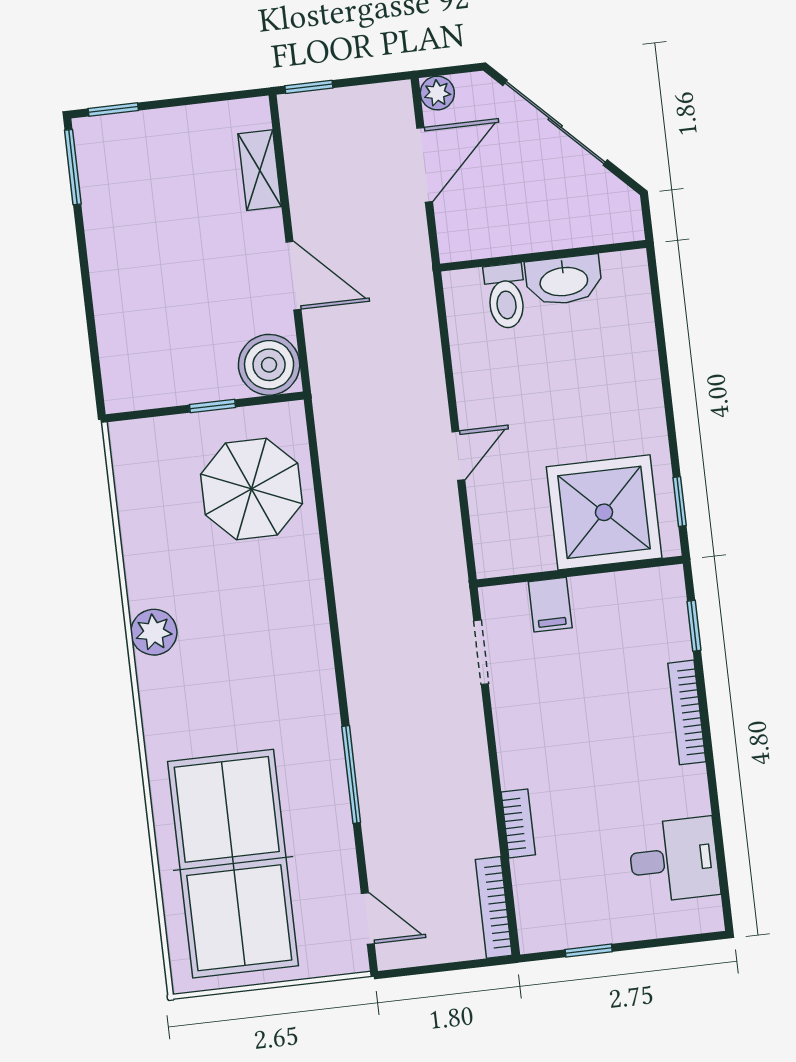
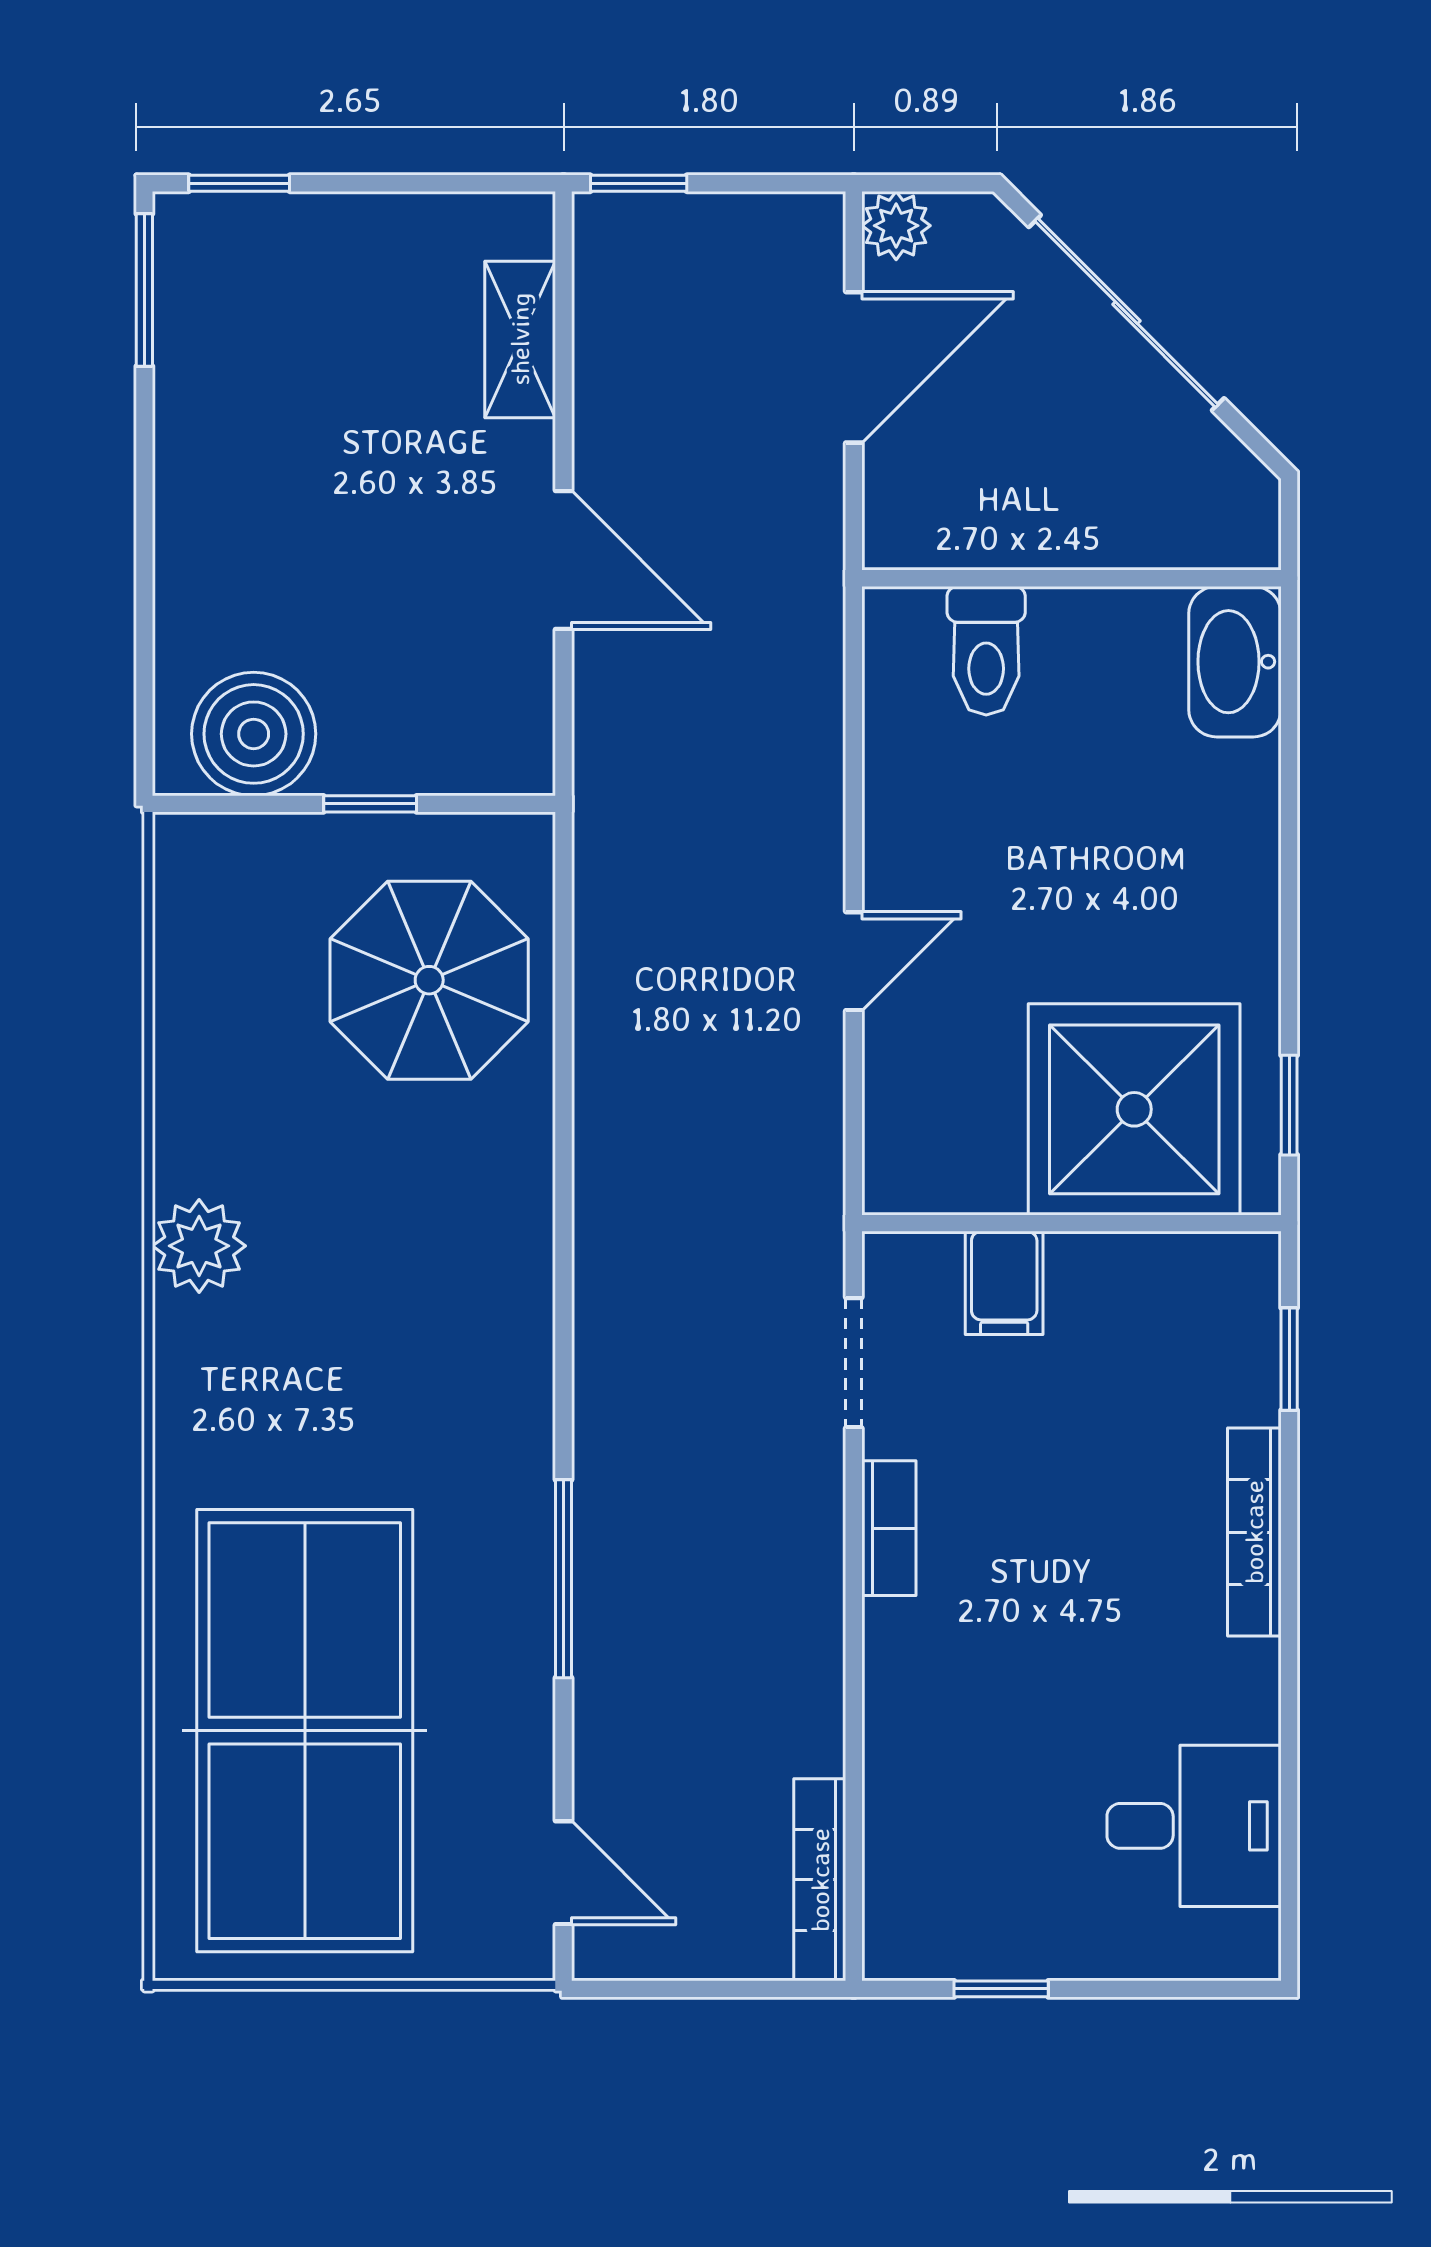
washbasin: (564, 280) -> (1235, 662), moved, turned 90
boiler: (269, 365) -> (254, 734), moved
bookcase: (518, 823) -> (889, 1528), moved

